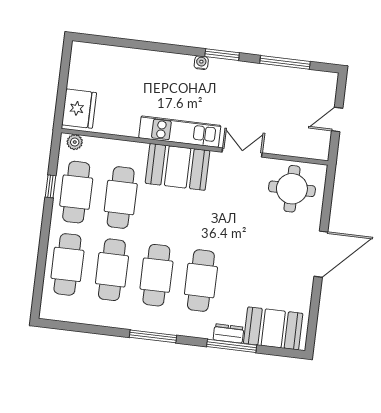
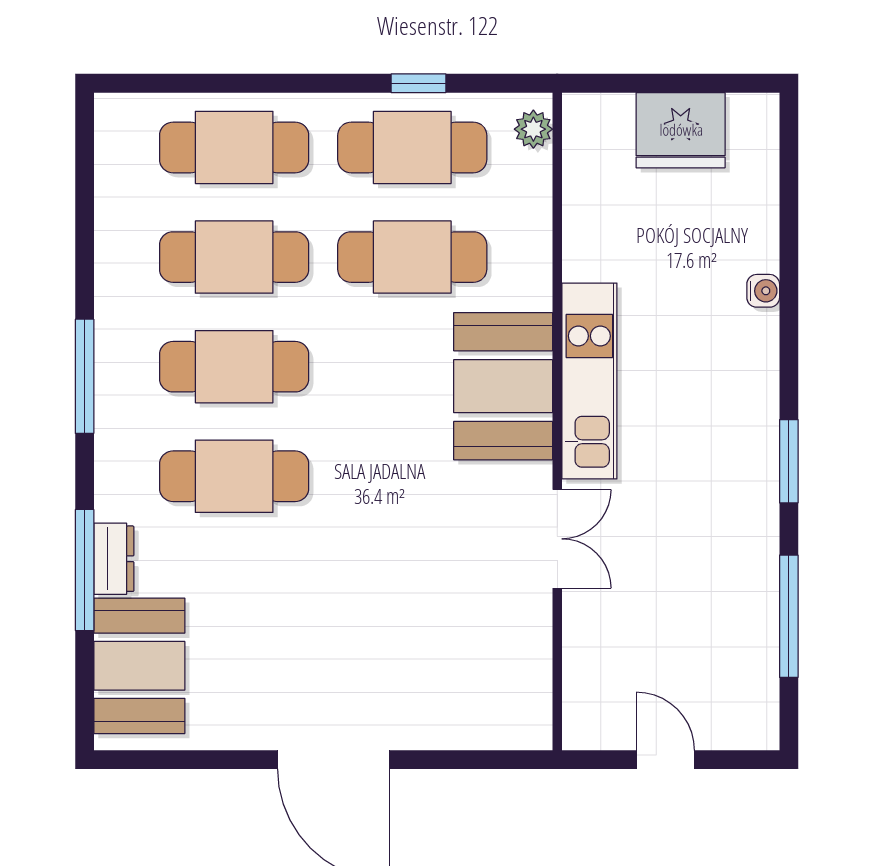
water cooler: (201, 63) -> (763, 291), moved
fridge: (79, 109) -> (681, 130), moved
round table: (292, 189) -> (484, 670), removed

